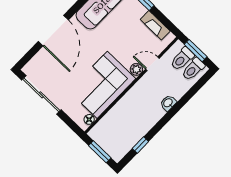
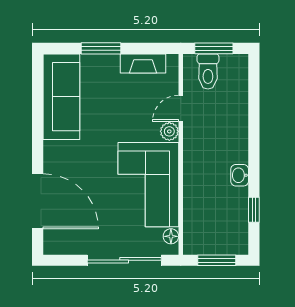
door: (53, 31) -> (38, 201), moved
toilet: (193, 69) -> (231, 71), removed
sliding door: (41, 95) -> (124, 260), moved
washbasin: (168, 103) -> (240, 175), moved

